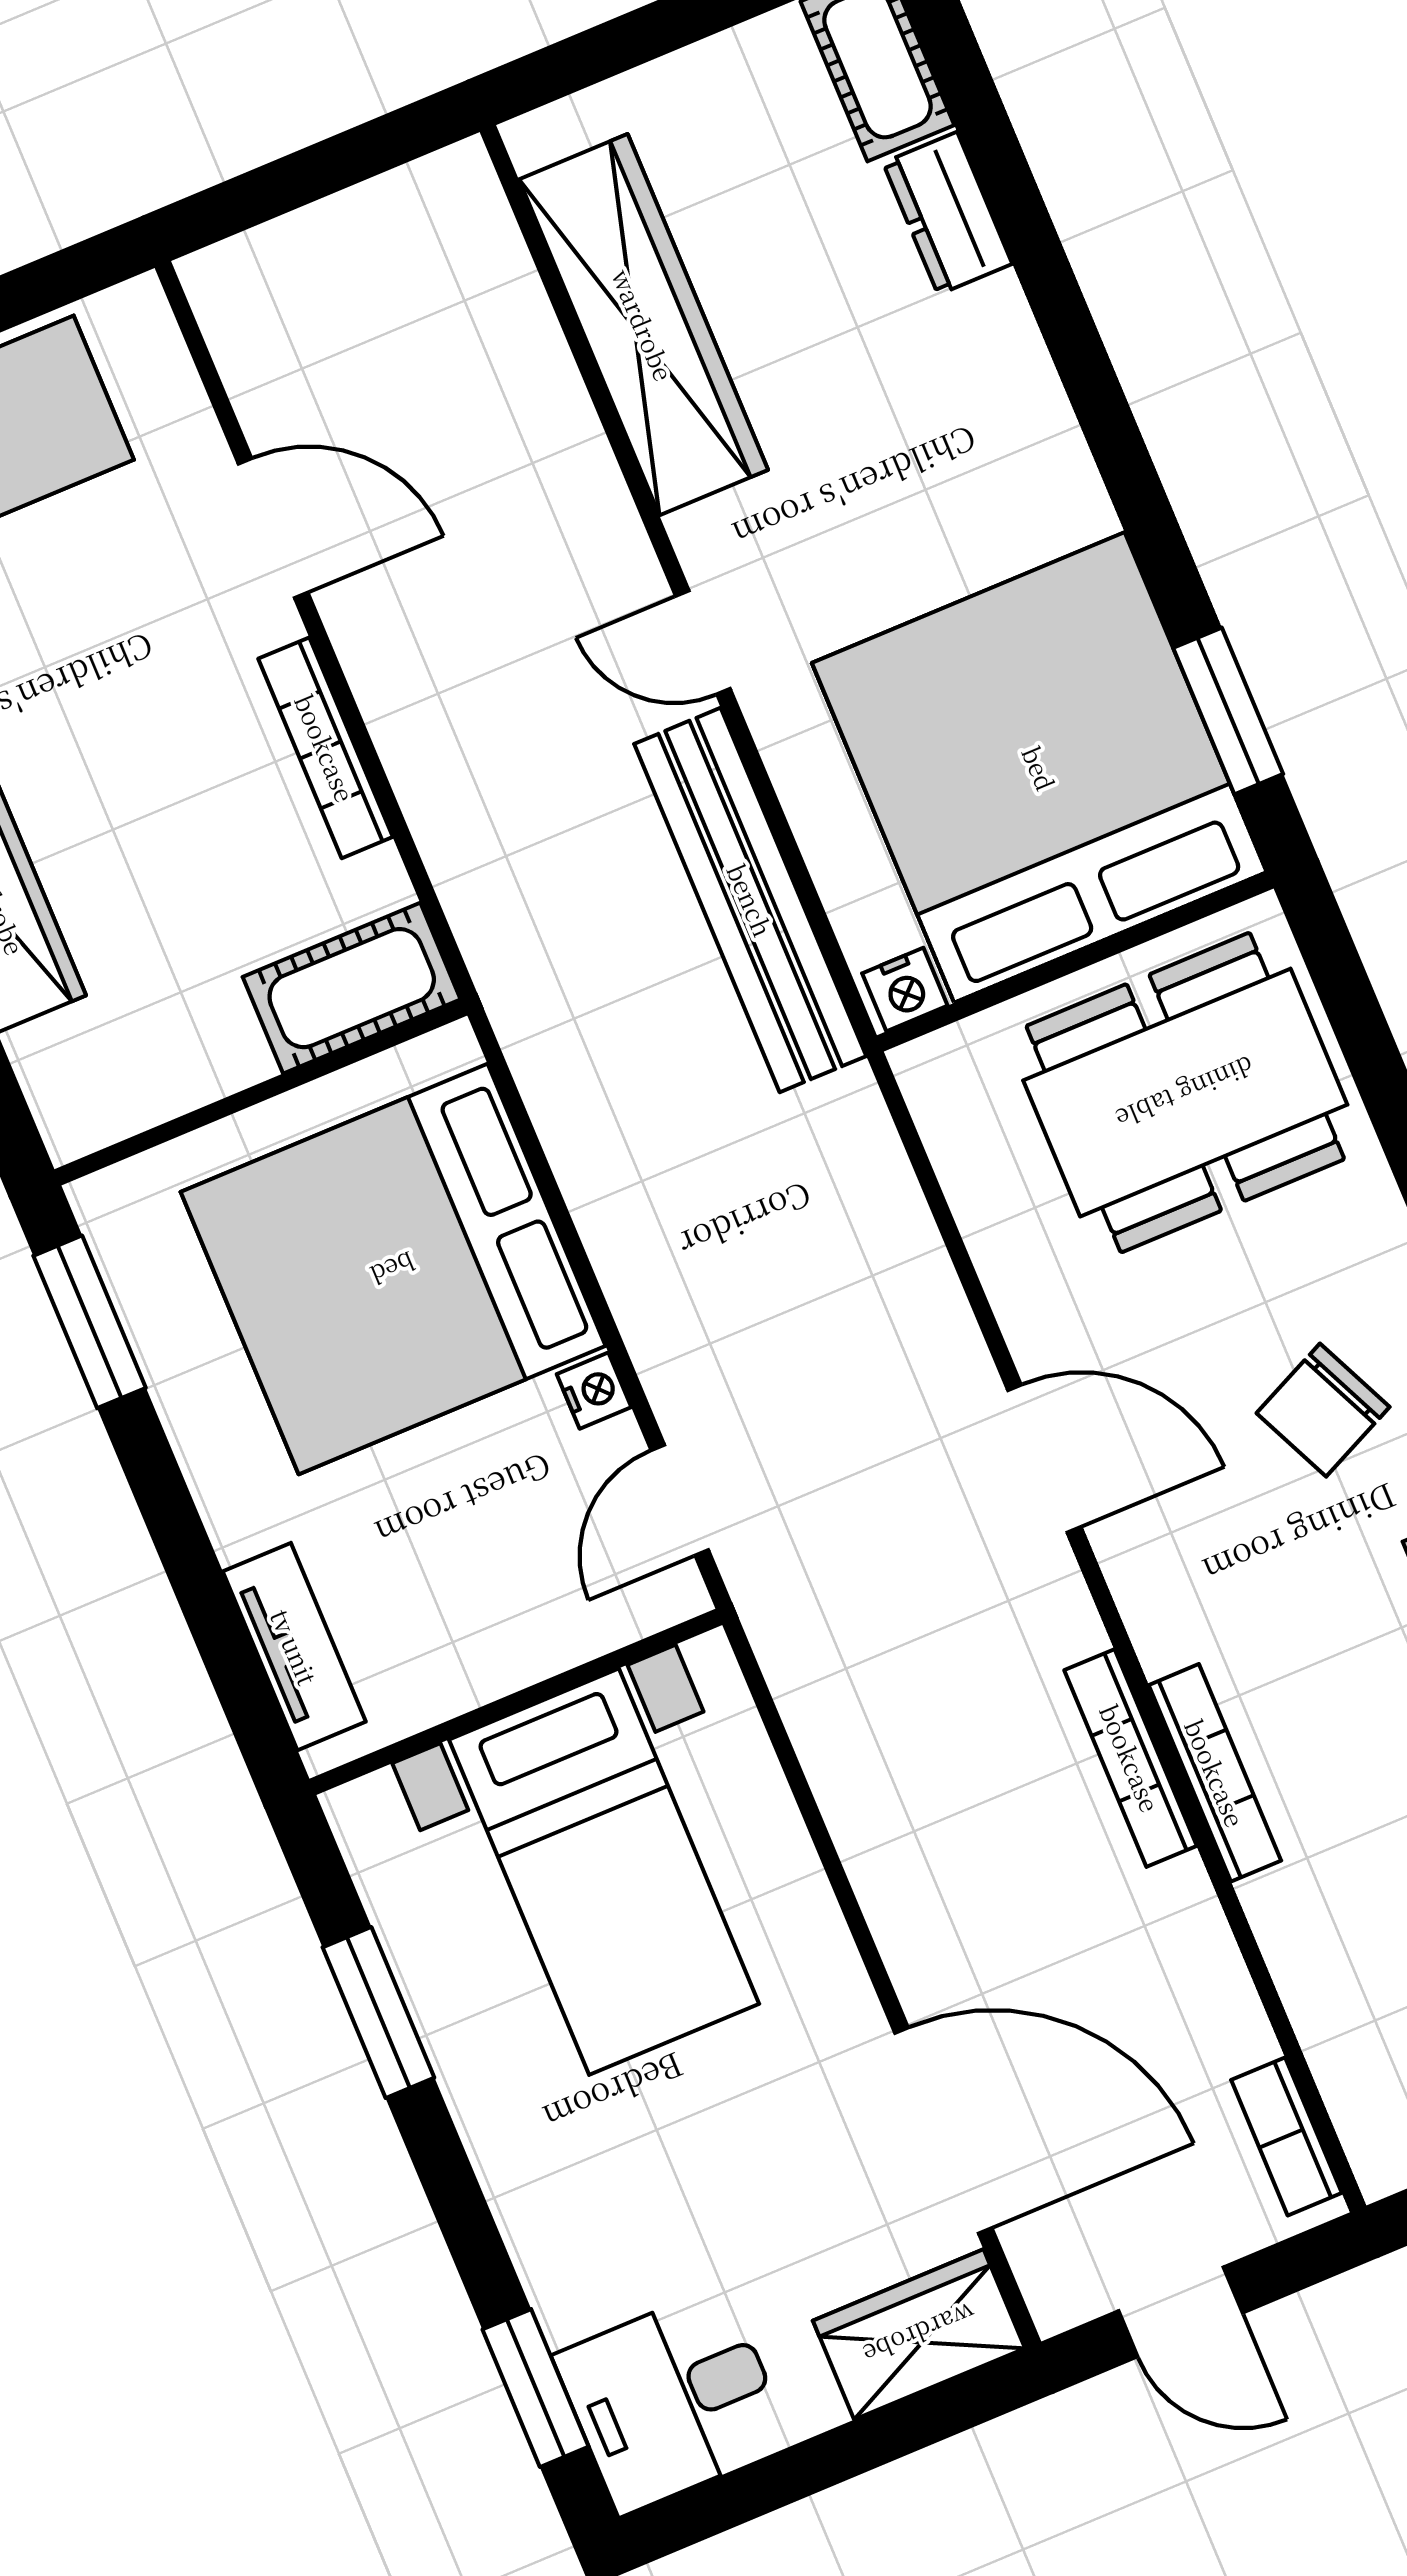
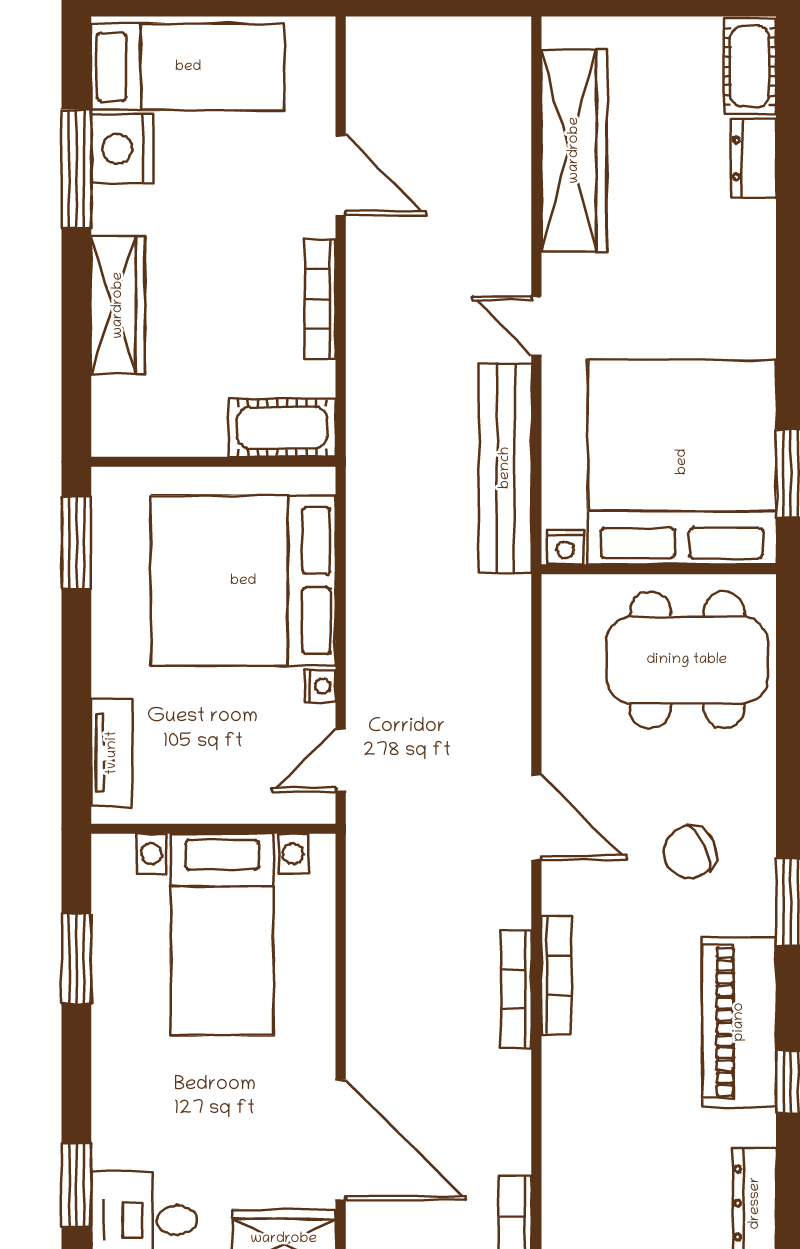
bookcase: (1215, 1773) -> (556, 975), moved

